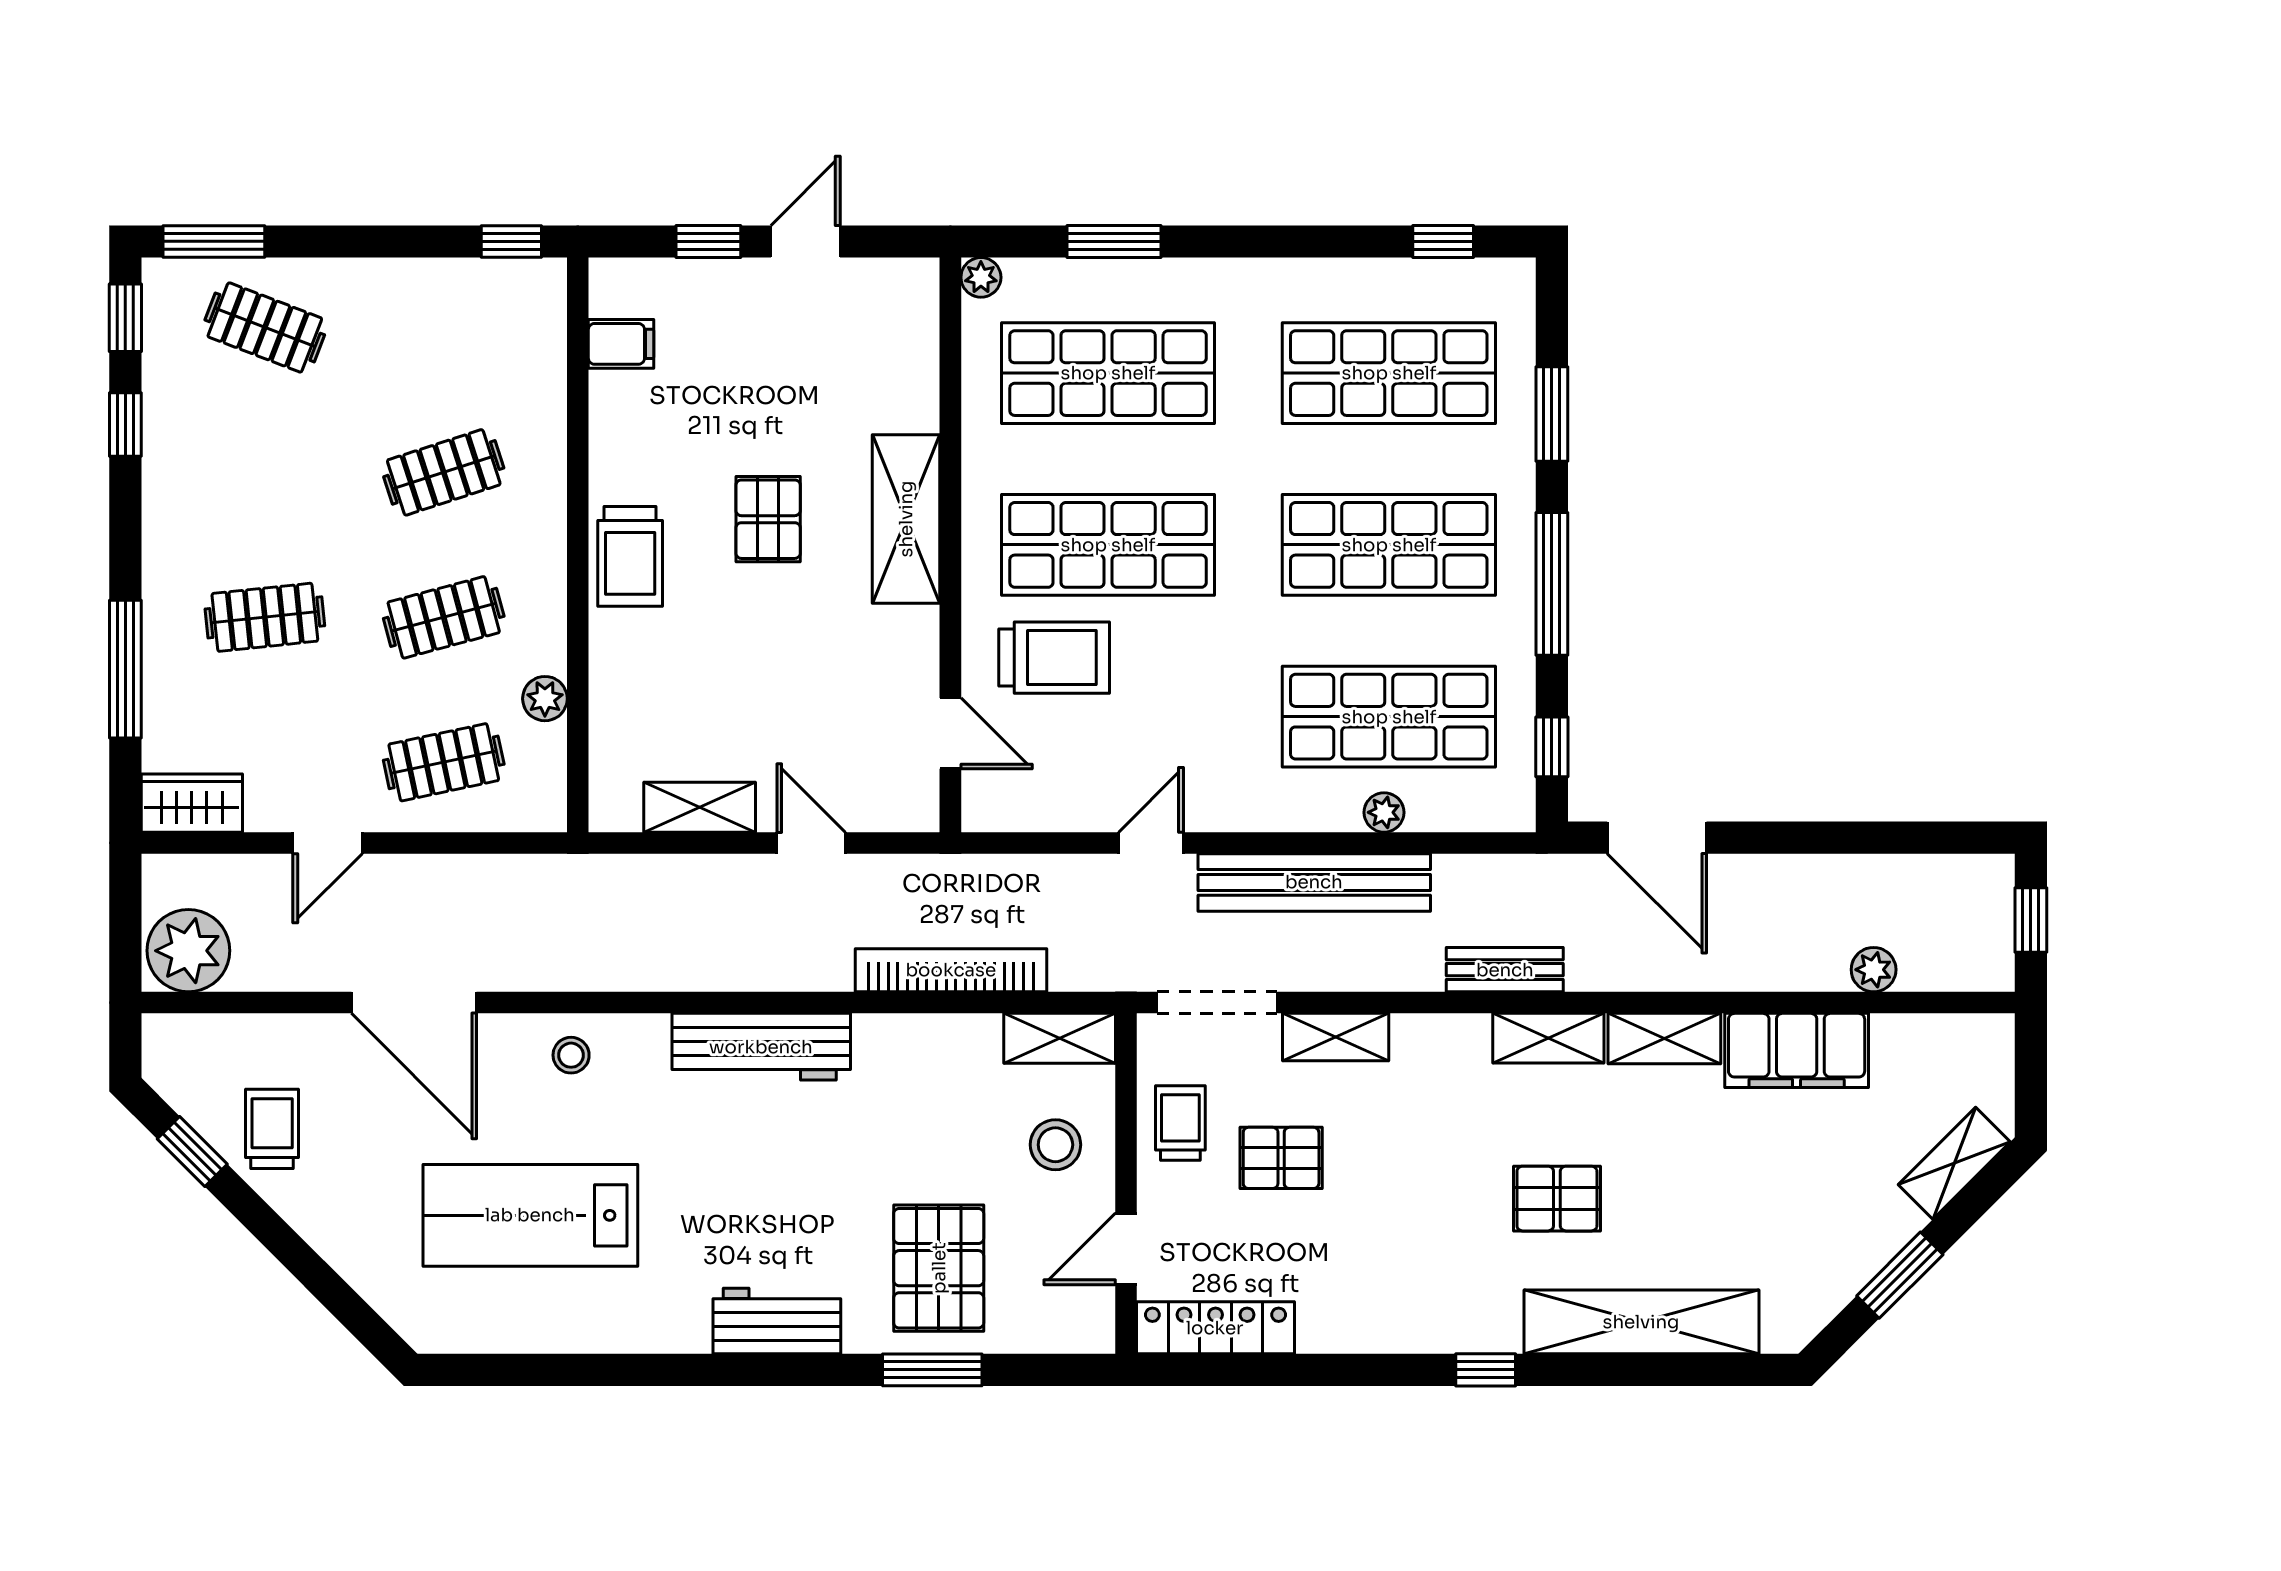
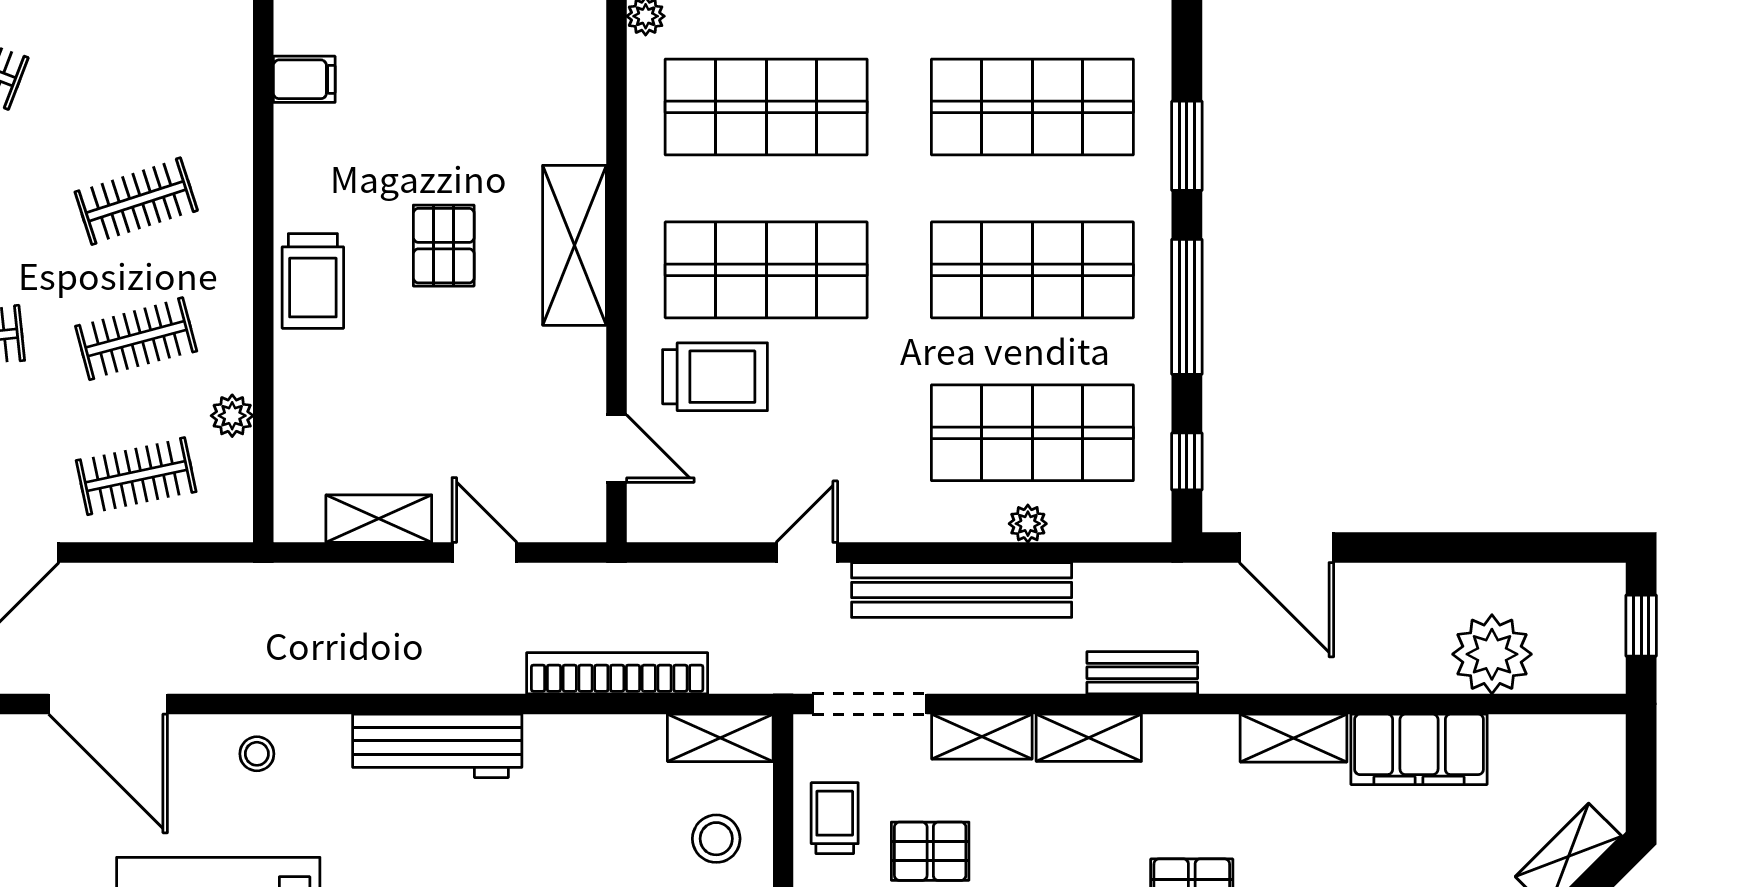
plant: (1874, 970) -> (1492, 654), width x1.88, depth x1.88
shelving: (1548, 1038) -> (1089, 738), moved

